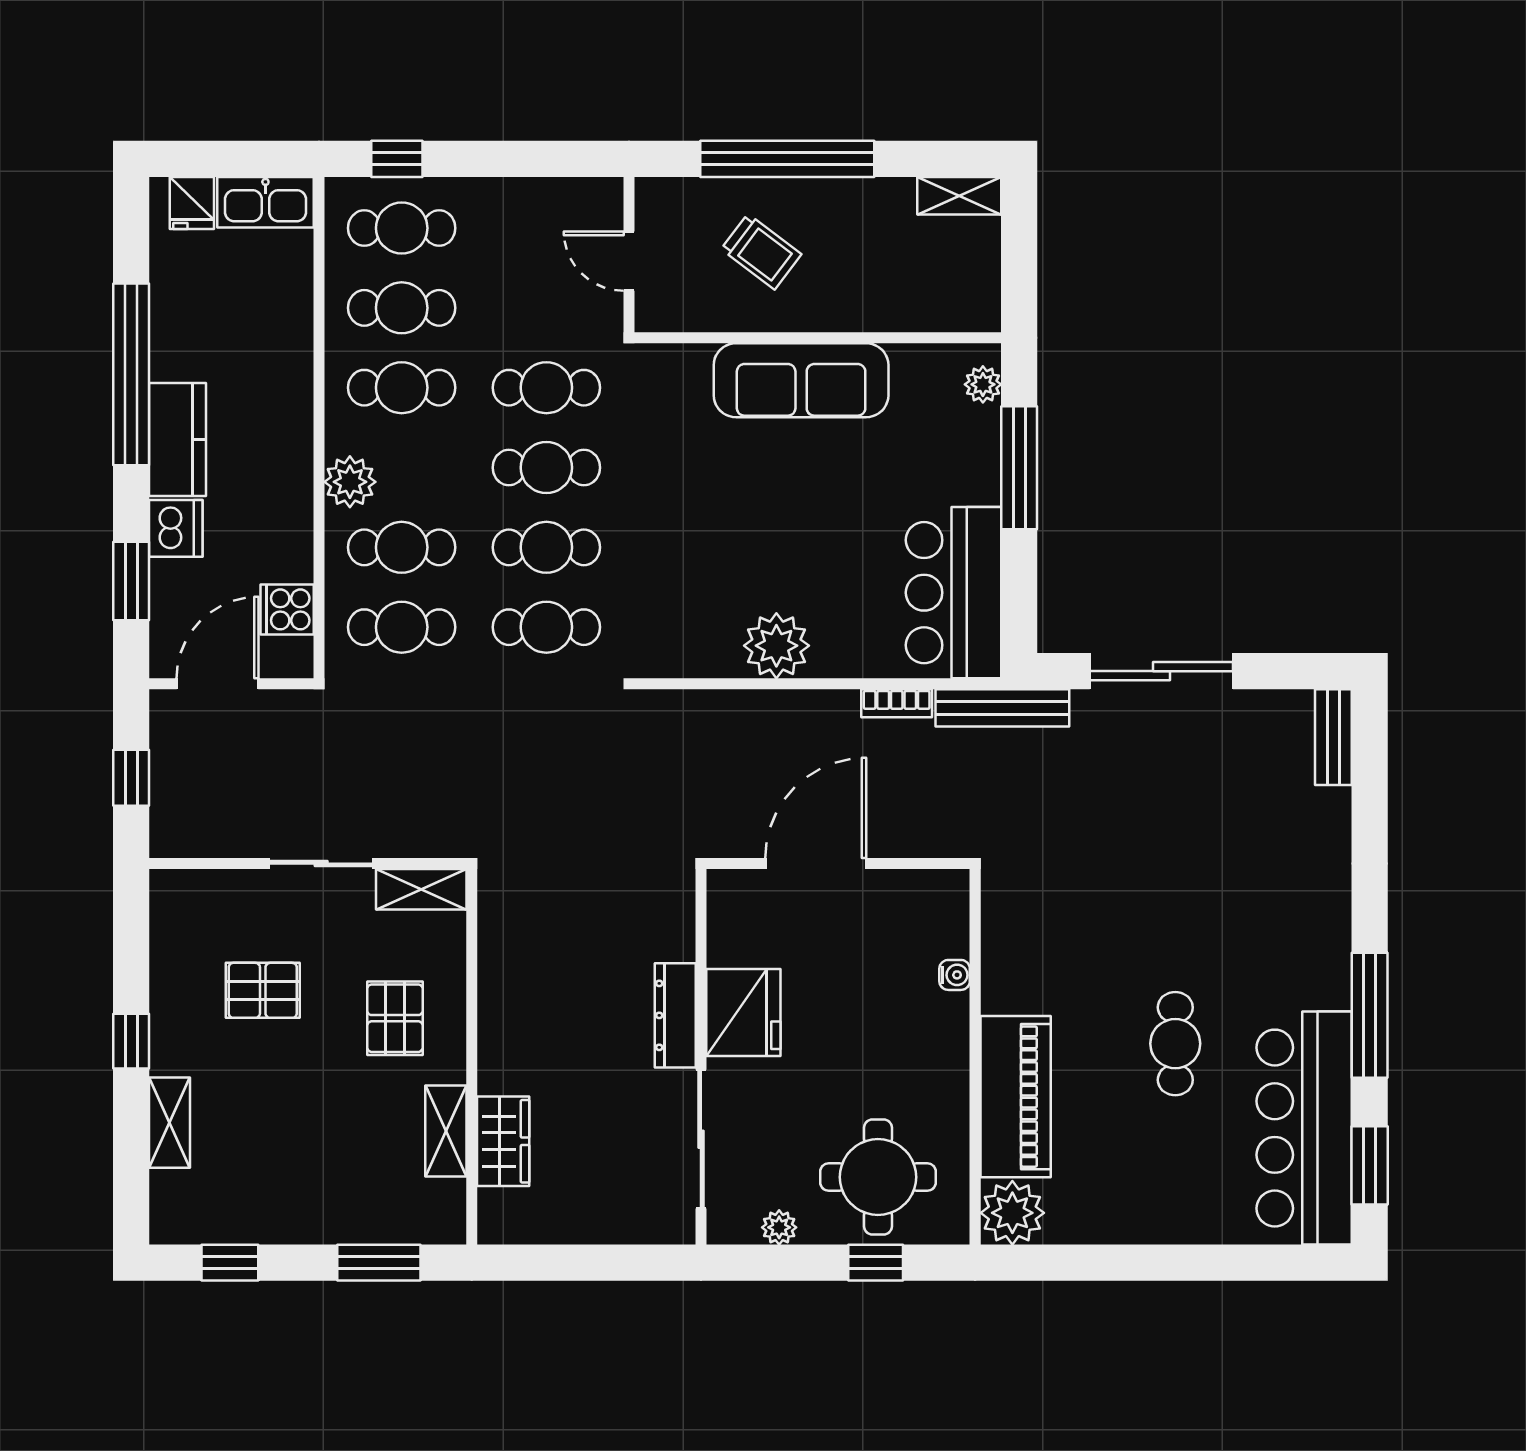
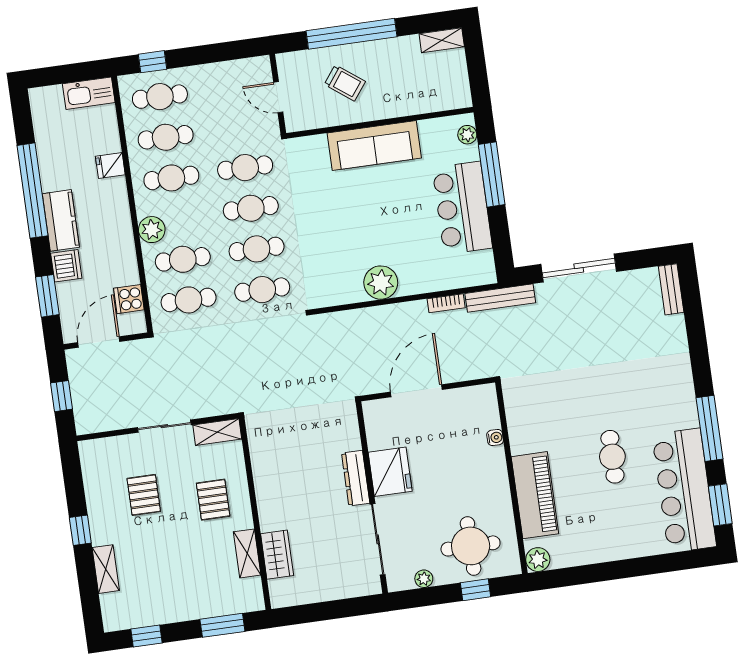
fridge: (192, 203) -> (110, 166), moved, turned 90
bar counter: (954, 593) -> (462, 208), moved
pallet: (263, 990) -> (144, 495), turned 90
plant: (1012, 1213) -> (538, 560), width x0.73, depth x0.73

